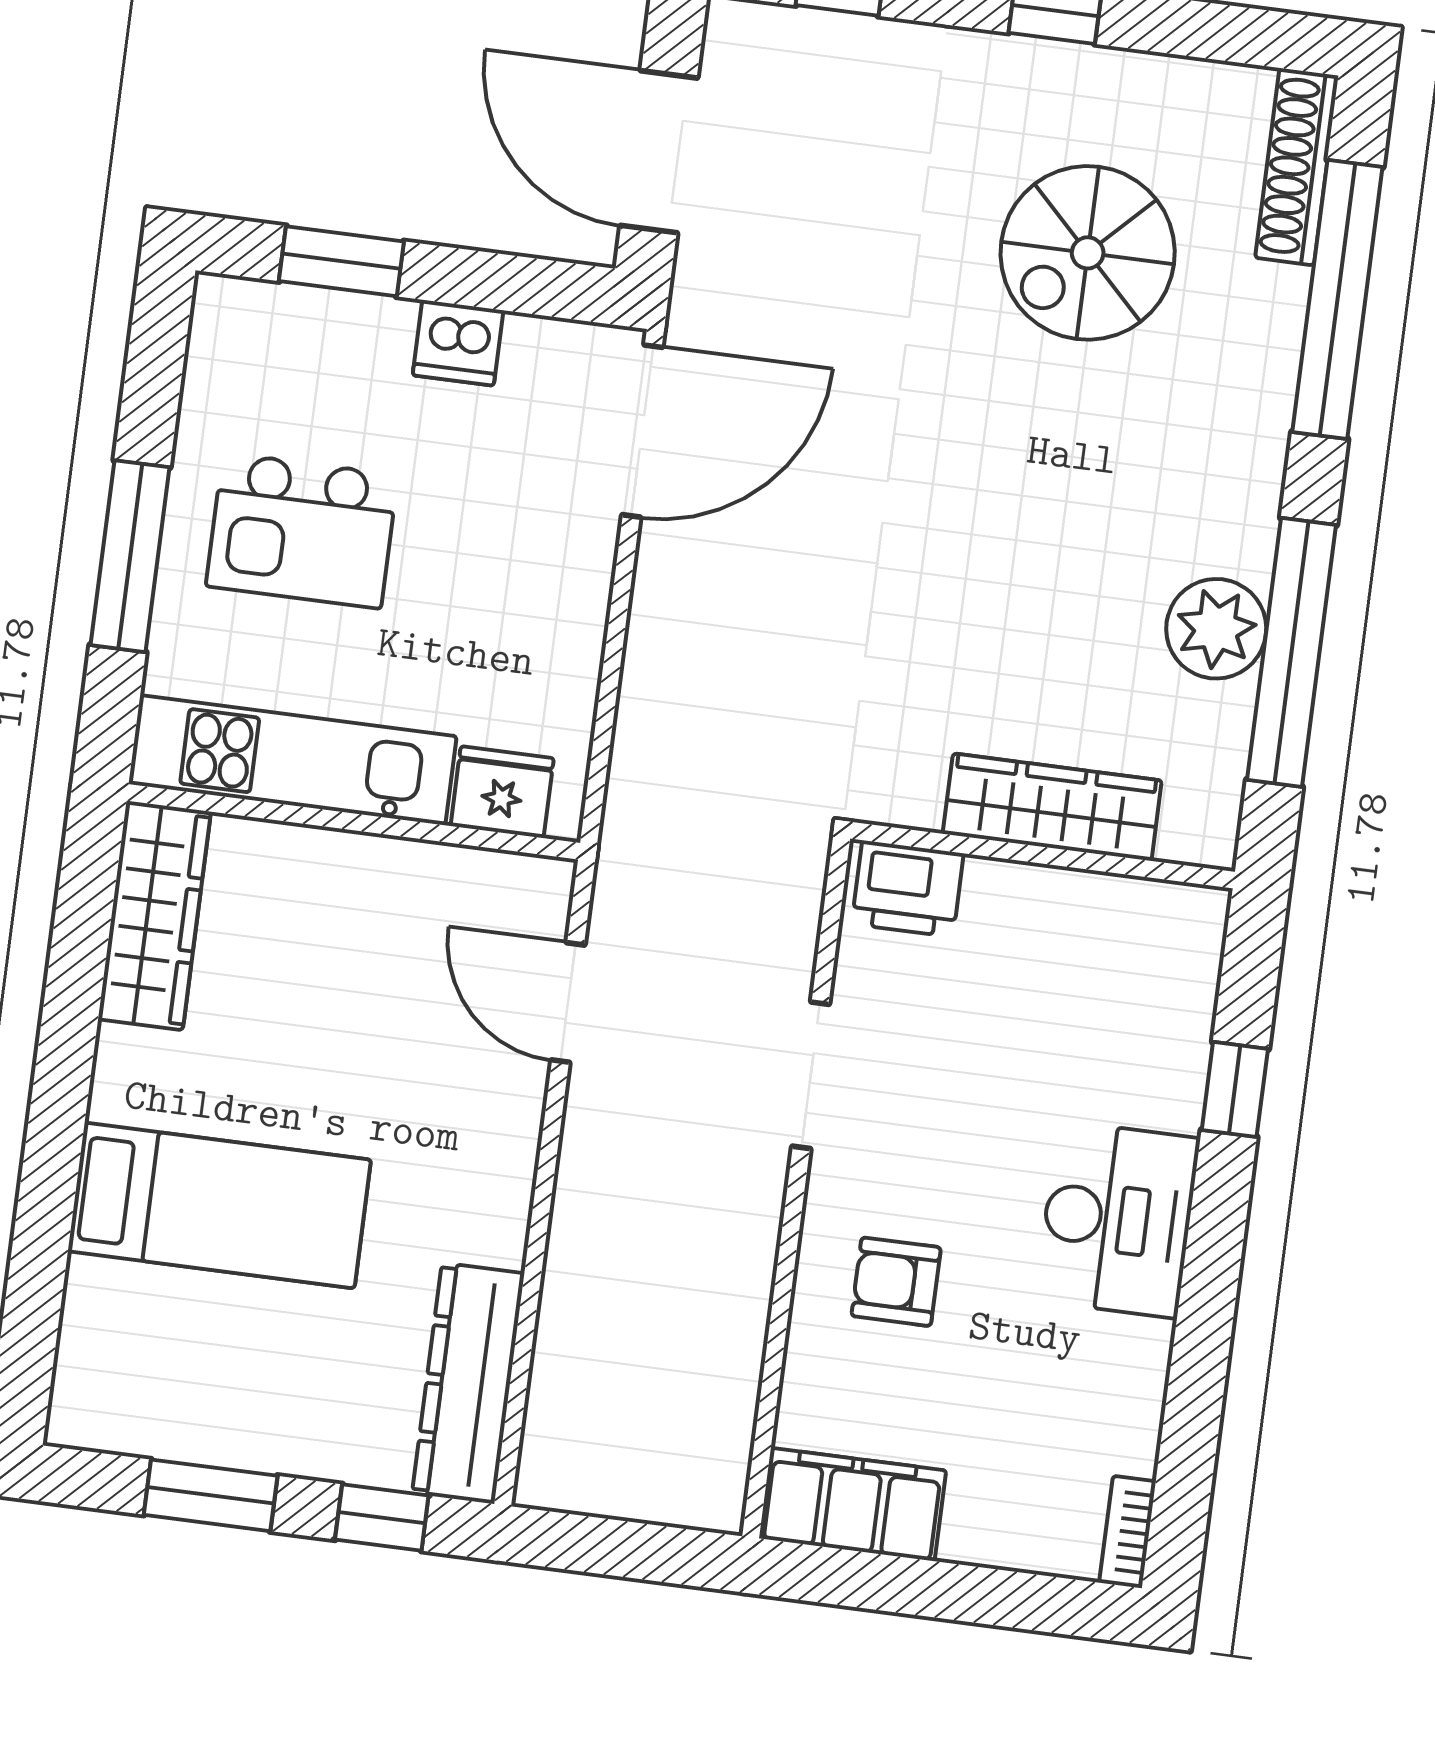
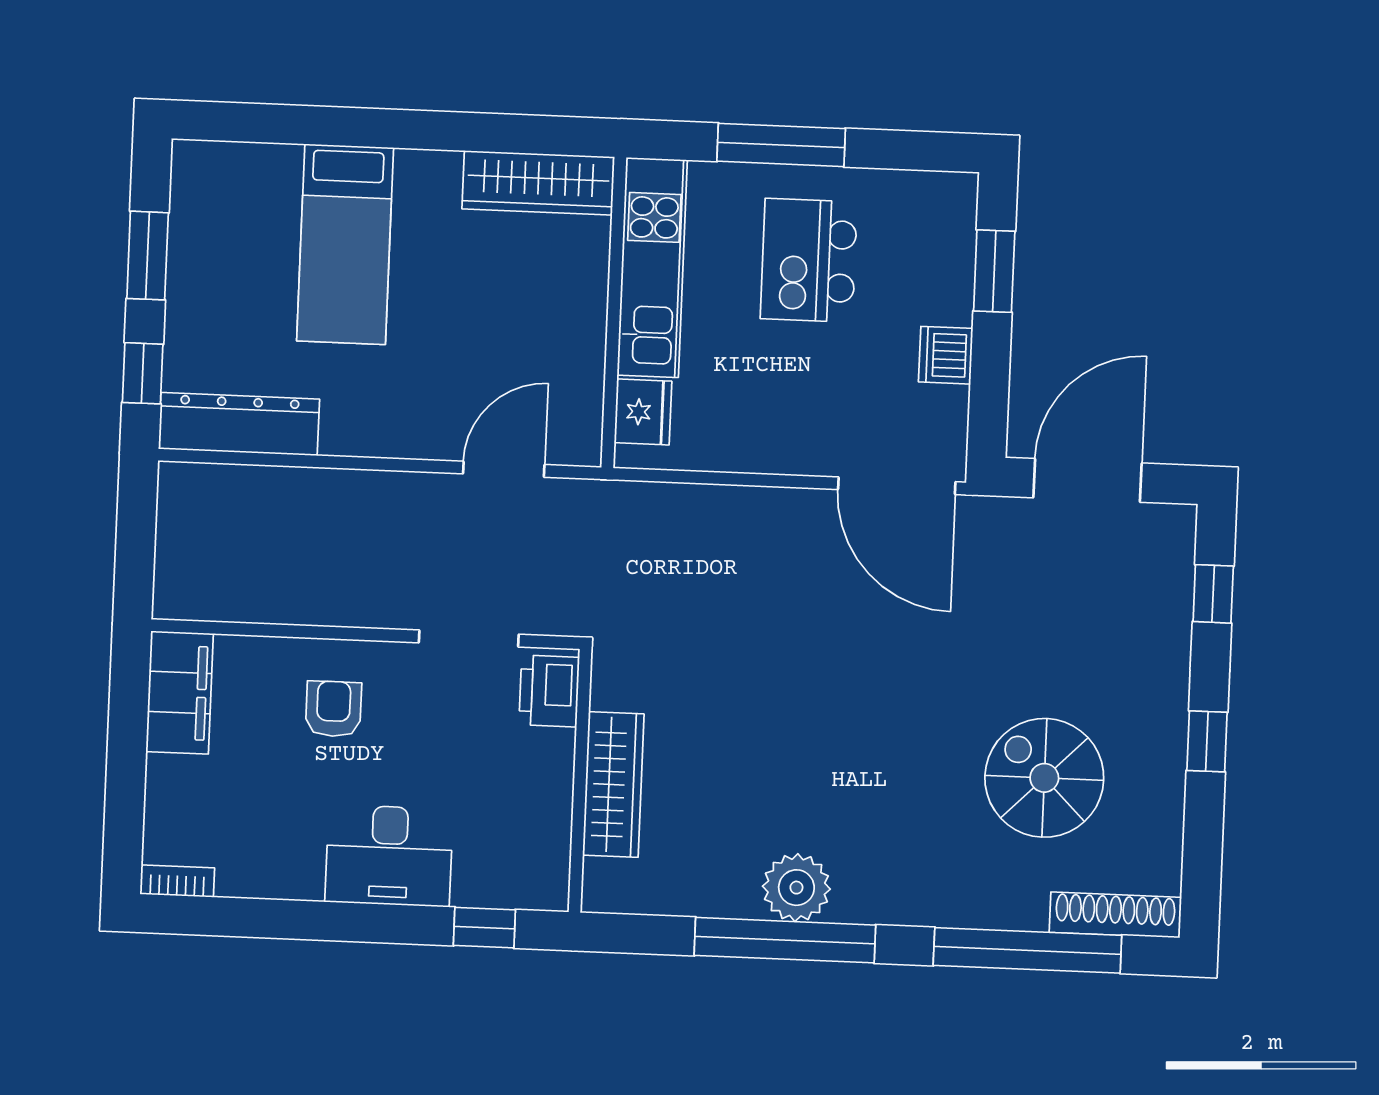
wardrobe: (1052, 807) -> (613, 785), moved
wall: (1042, 855) -> (580, 781), moved
printer: (908, 889) -> (549, 691), moved

